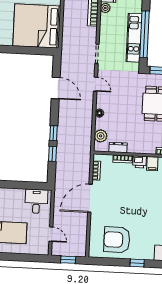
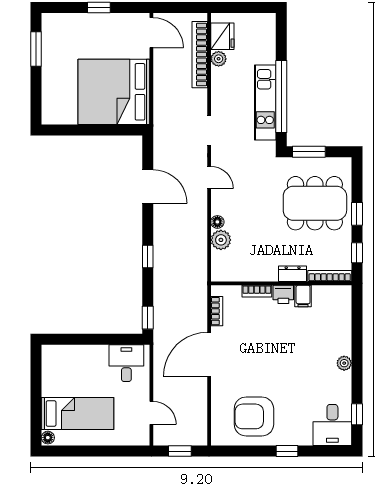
plant: (101, 136) -> (221, 240), moved
dresser: (118, 148) -> (293, 274), moved
window: (52, 154) -> (148, 318), moved

